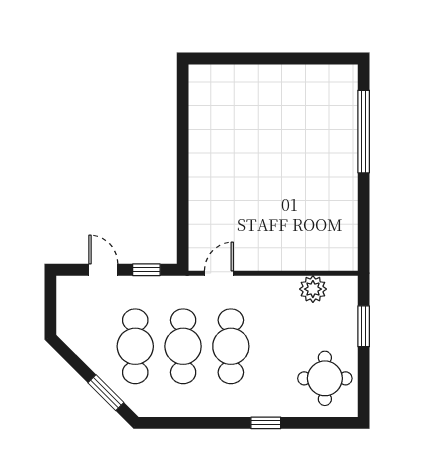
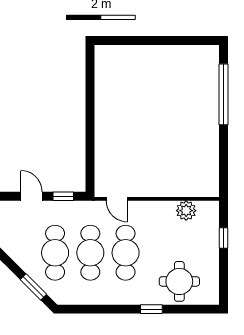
door: (219, 273) -> (117, 199), swing flipped
window: (364, 326) -> (223, 238), width x0.67
round table: (325, 378) -> (179, 281), moved

